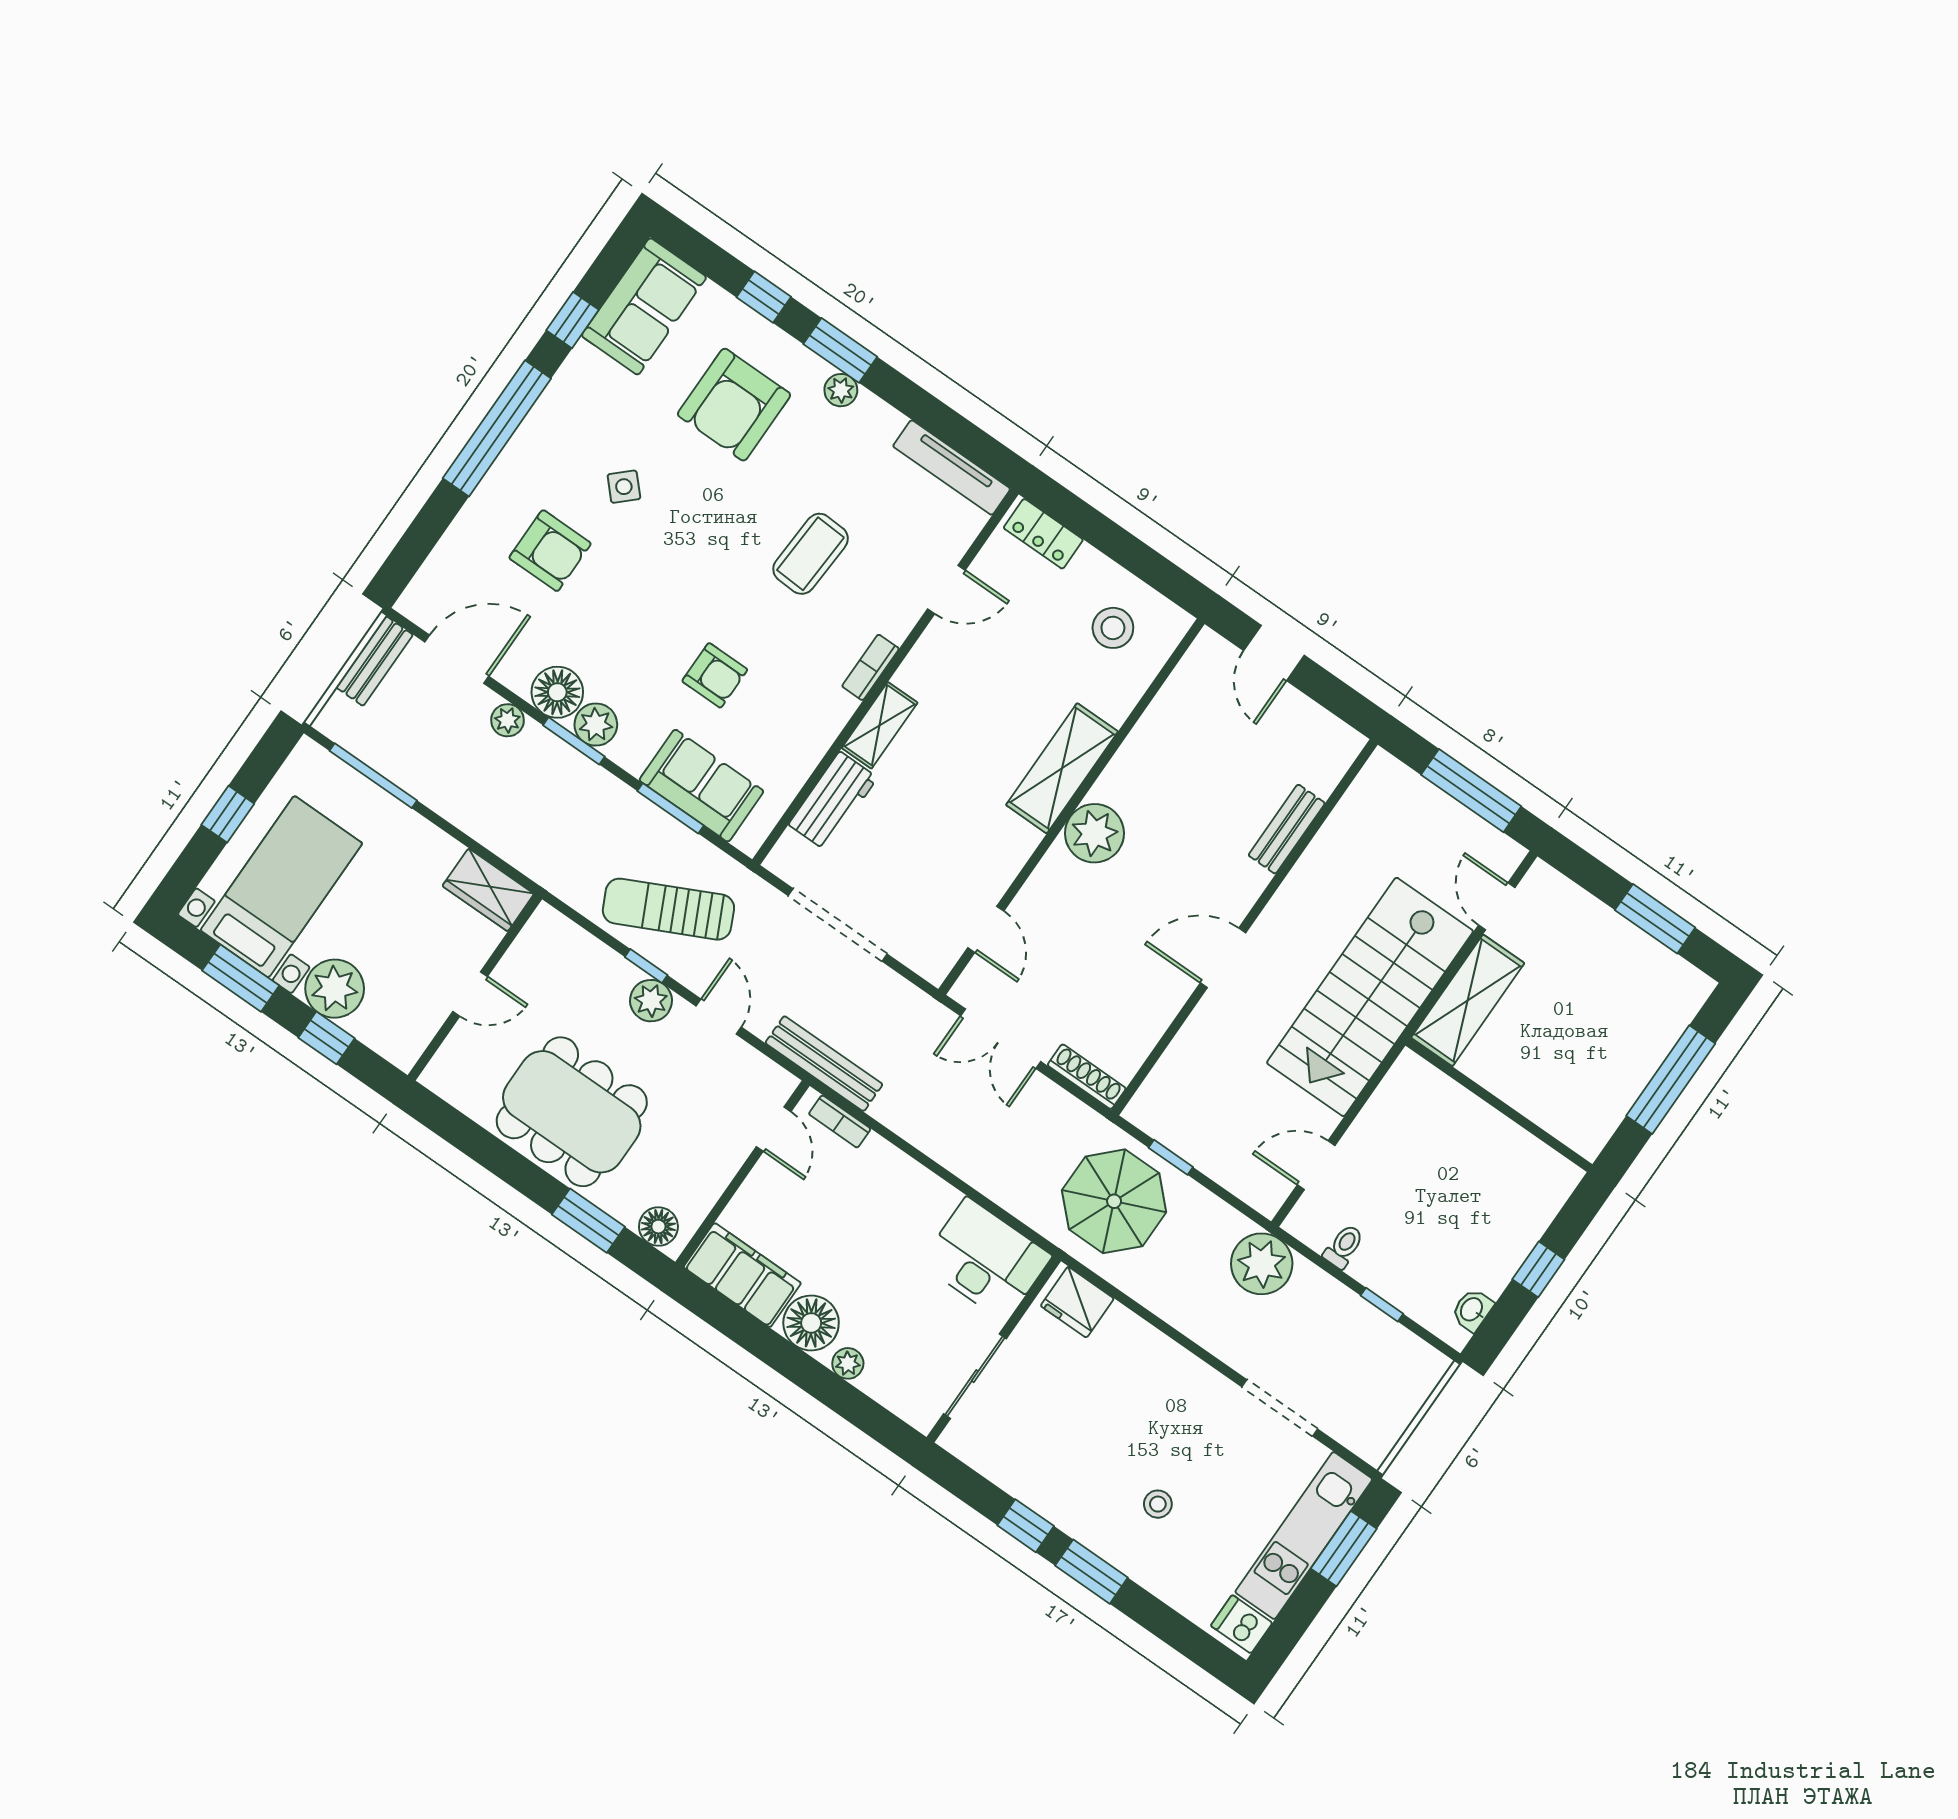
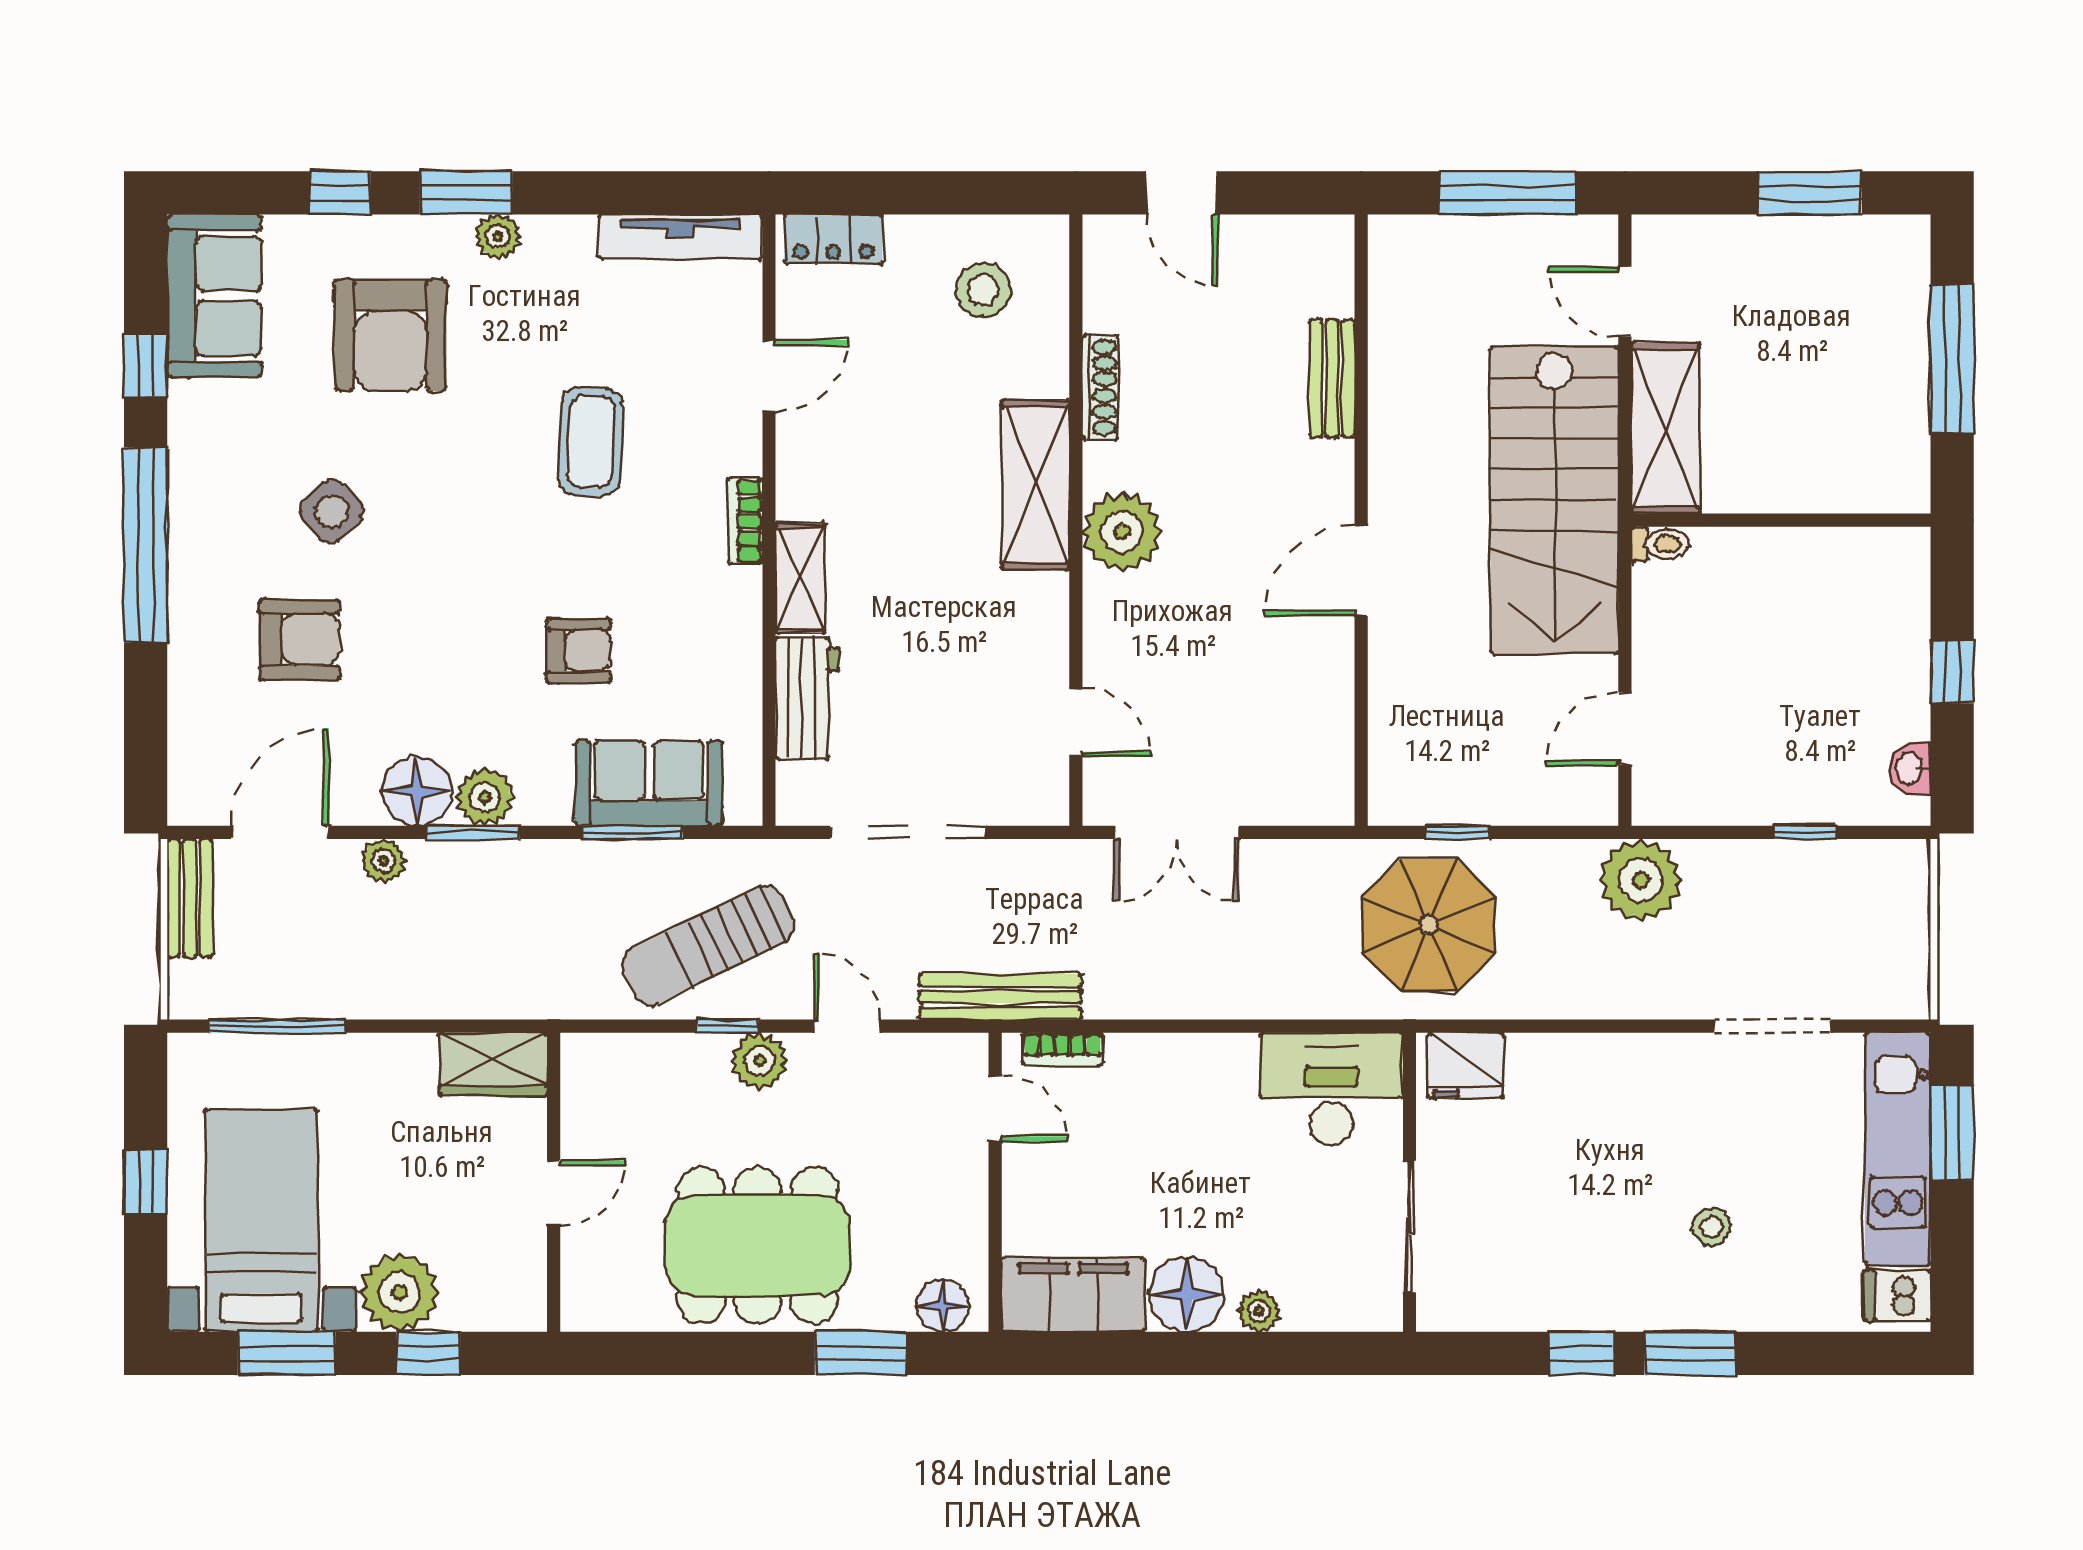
side table: (624, 487) -> (332, 511), width x1.37, depth x1.37
shoe rack: (1087, 1077) -> (1100, 387), moved, turned 90
toilet: (1344, 1246) -> (1660, 544), moved, turned 90

